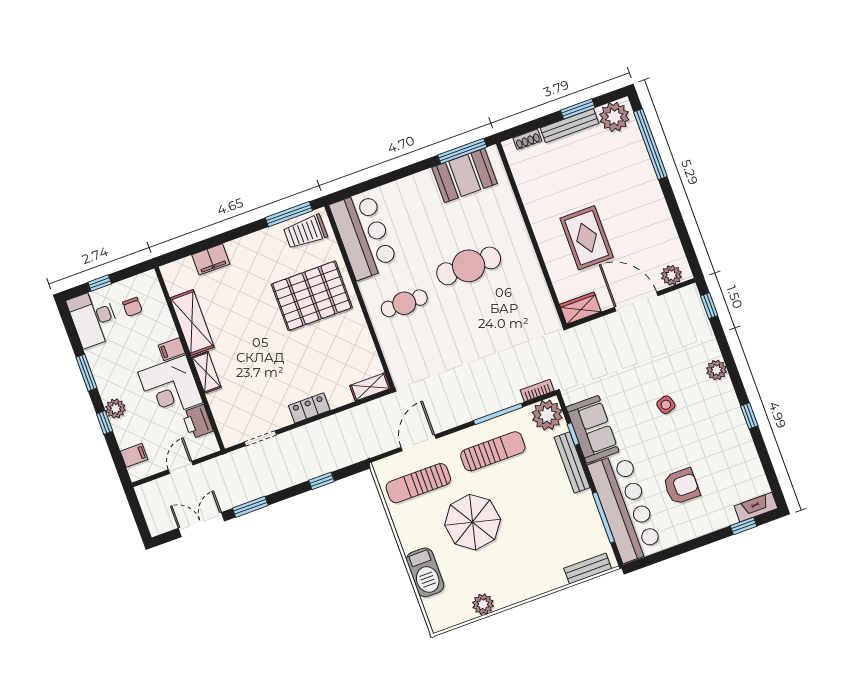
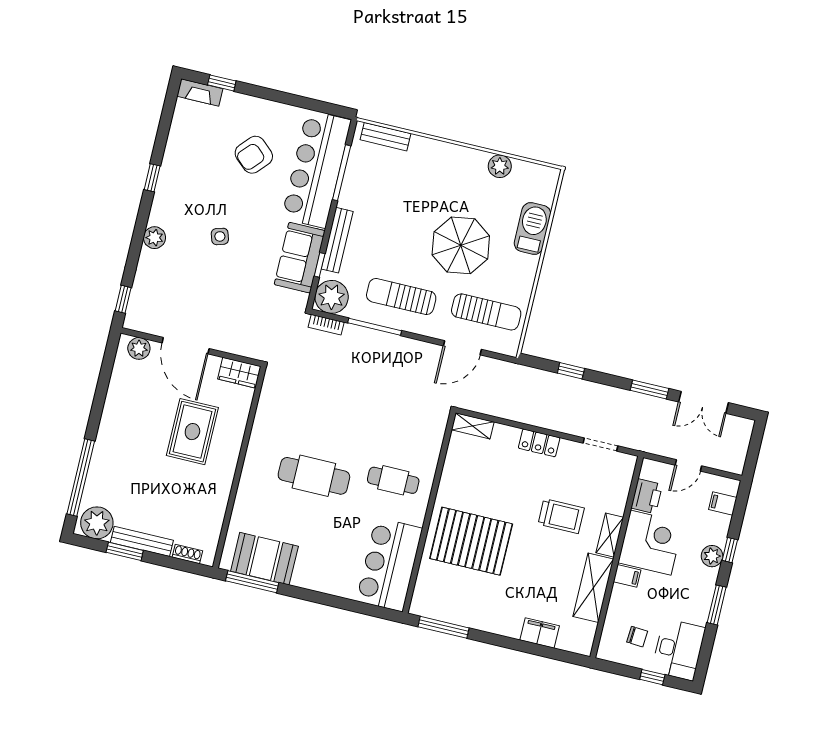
trolley: (305, 232) -> (561, 516), moved
chair: (132, 307) -> (637, 637), turned 94
armchair: (681, 486) -> (254, 155), turned -48

